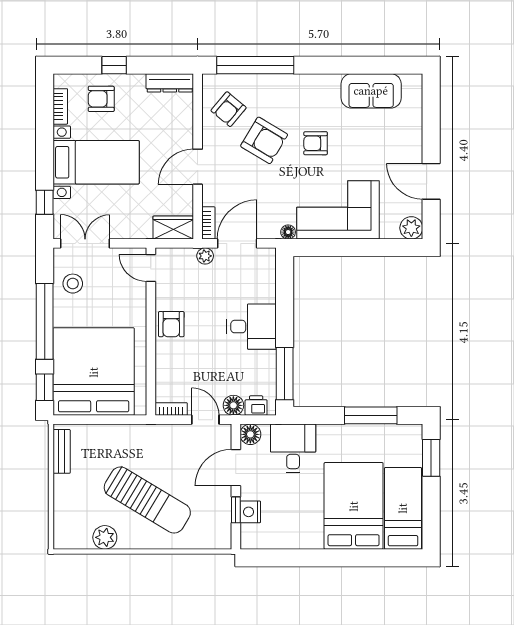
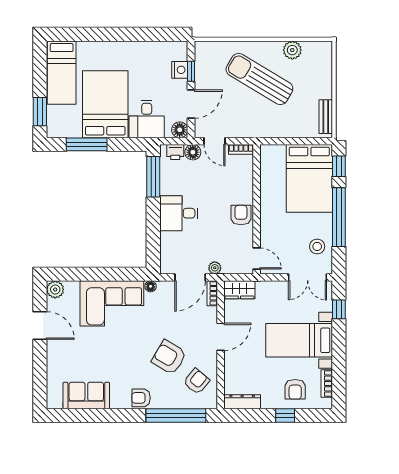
armchair: (101, 99) -> (295, 389), turned 90
armchair: (316, 143) -> (141, 398), moved, turned 180
bed: (94, 372) -> (309, 178), width x0.73
bed: (354, 506) -> (105, 104), moved, turned 180

